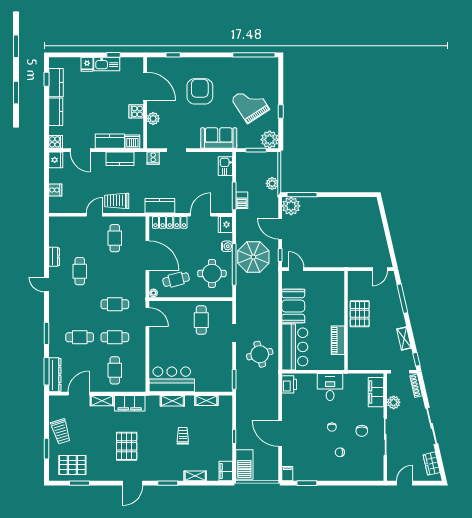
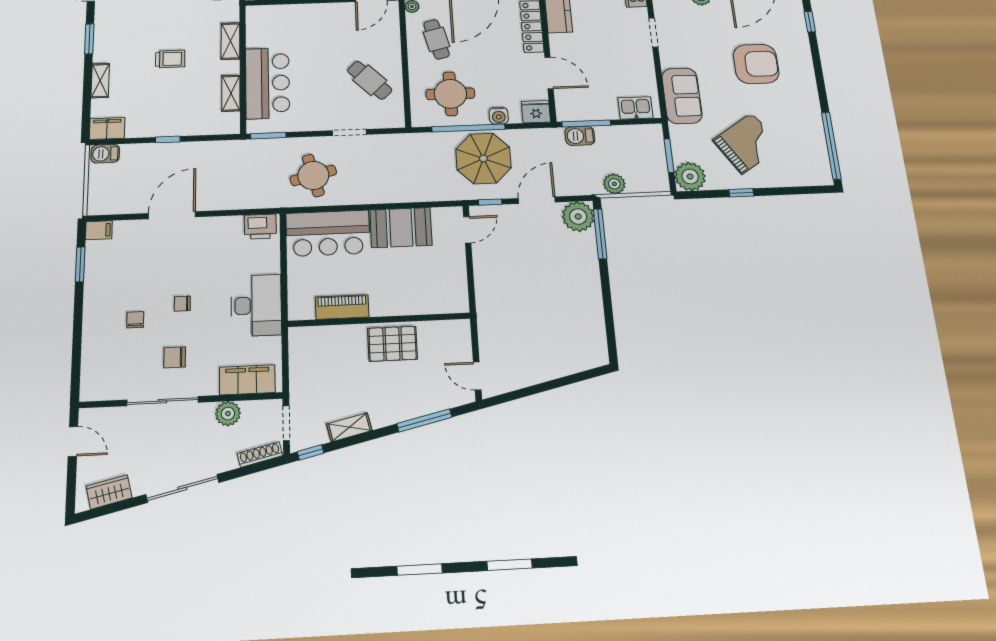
cafe table: (201, 320) -> (370, 80), turned 45
bar counter: (172, 379) -> (268, 83), moved
desk: (330, 387) -> (256, 305), width x1.37
barbecue: (244, 465) -> (105, 154), width x0.53, depth x0.65

